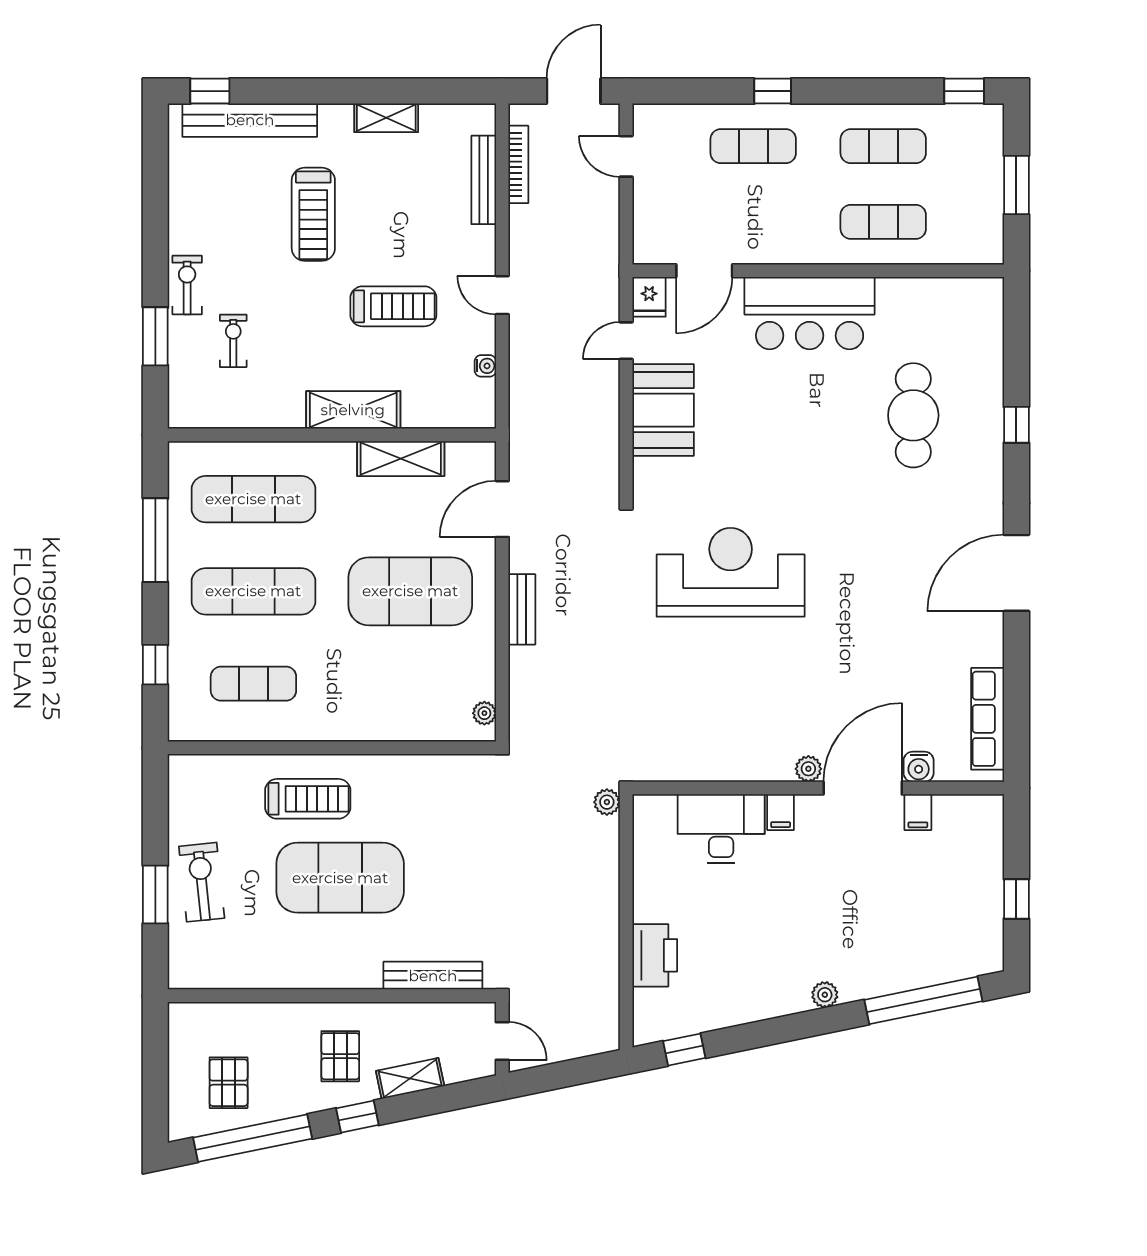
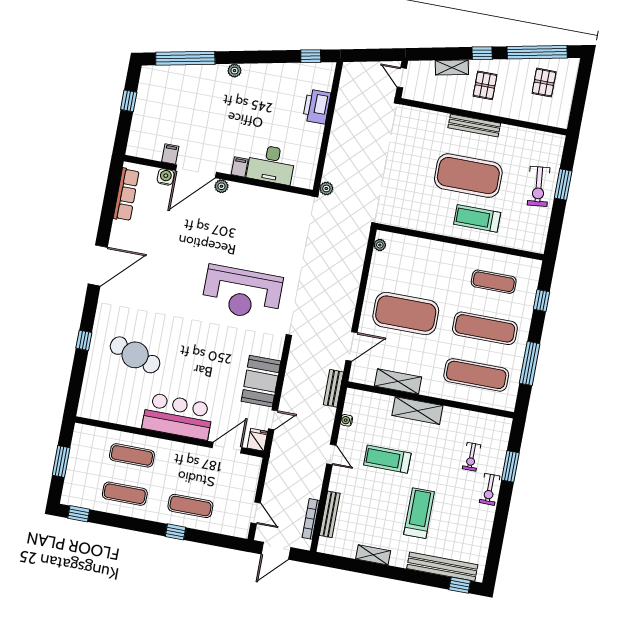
cafe table: (913, 415) -> (135, 355), turned -71
bench: (522, 609) -> (333, 388), moved
bench: (433, 976) -> (474, 125), moved

